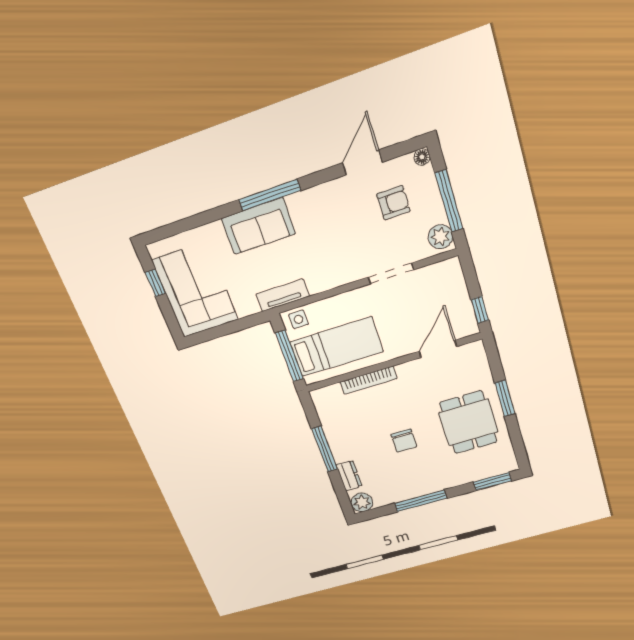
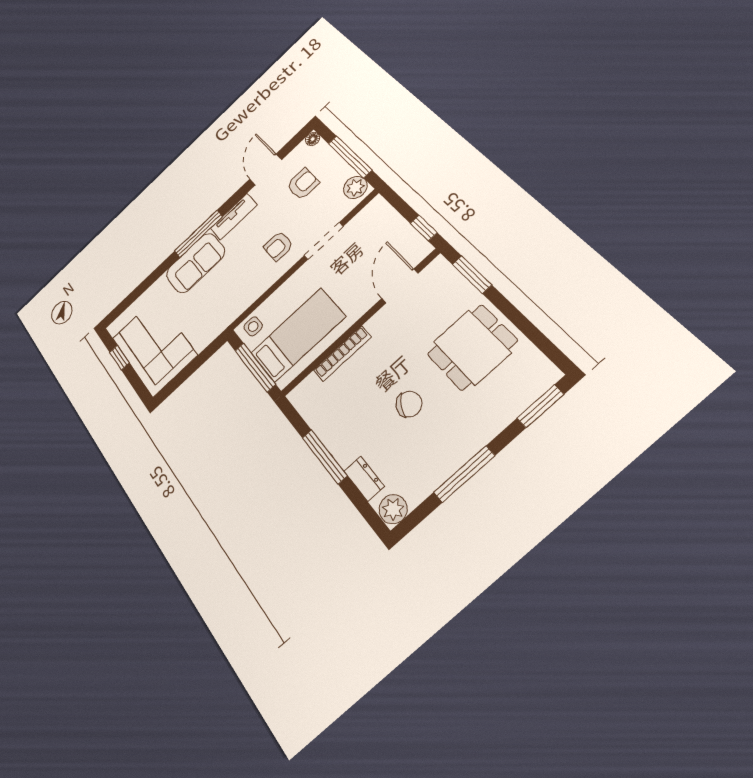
armchair: (347, 255) -> (278, 246), added
tv unit: (283, 295) -> (234, 217), moved, turned 180
window: (505, 398) -> (472, 275), moved
dining table: (468, 422) -> (472, 347), turned 90
chair: (404, 441) -> (409, 404), turned -60

